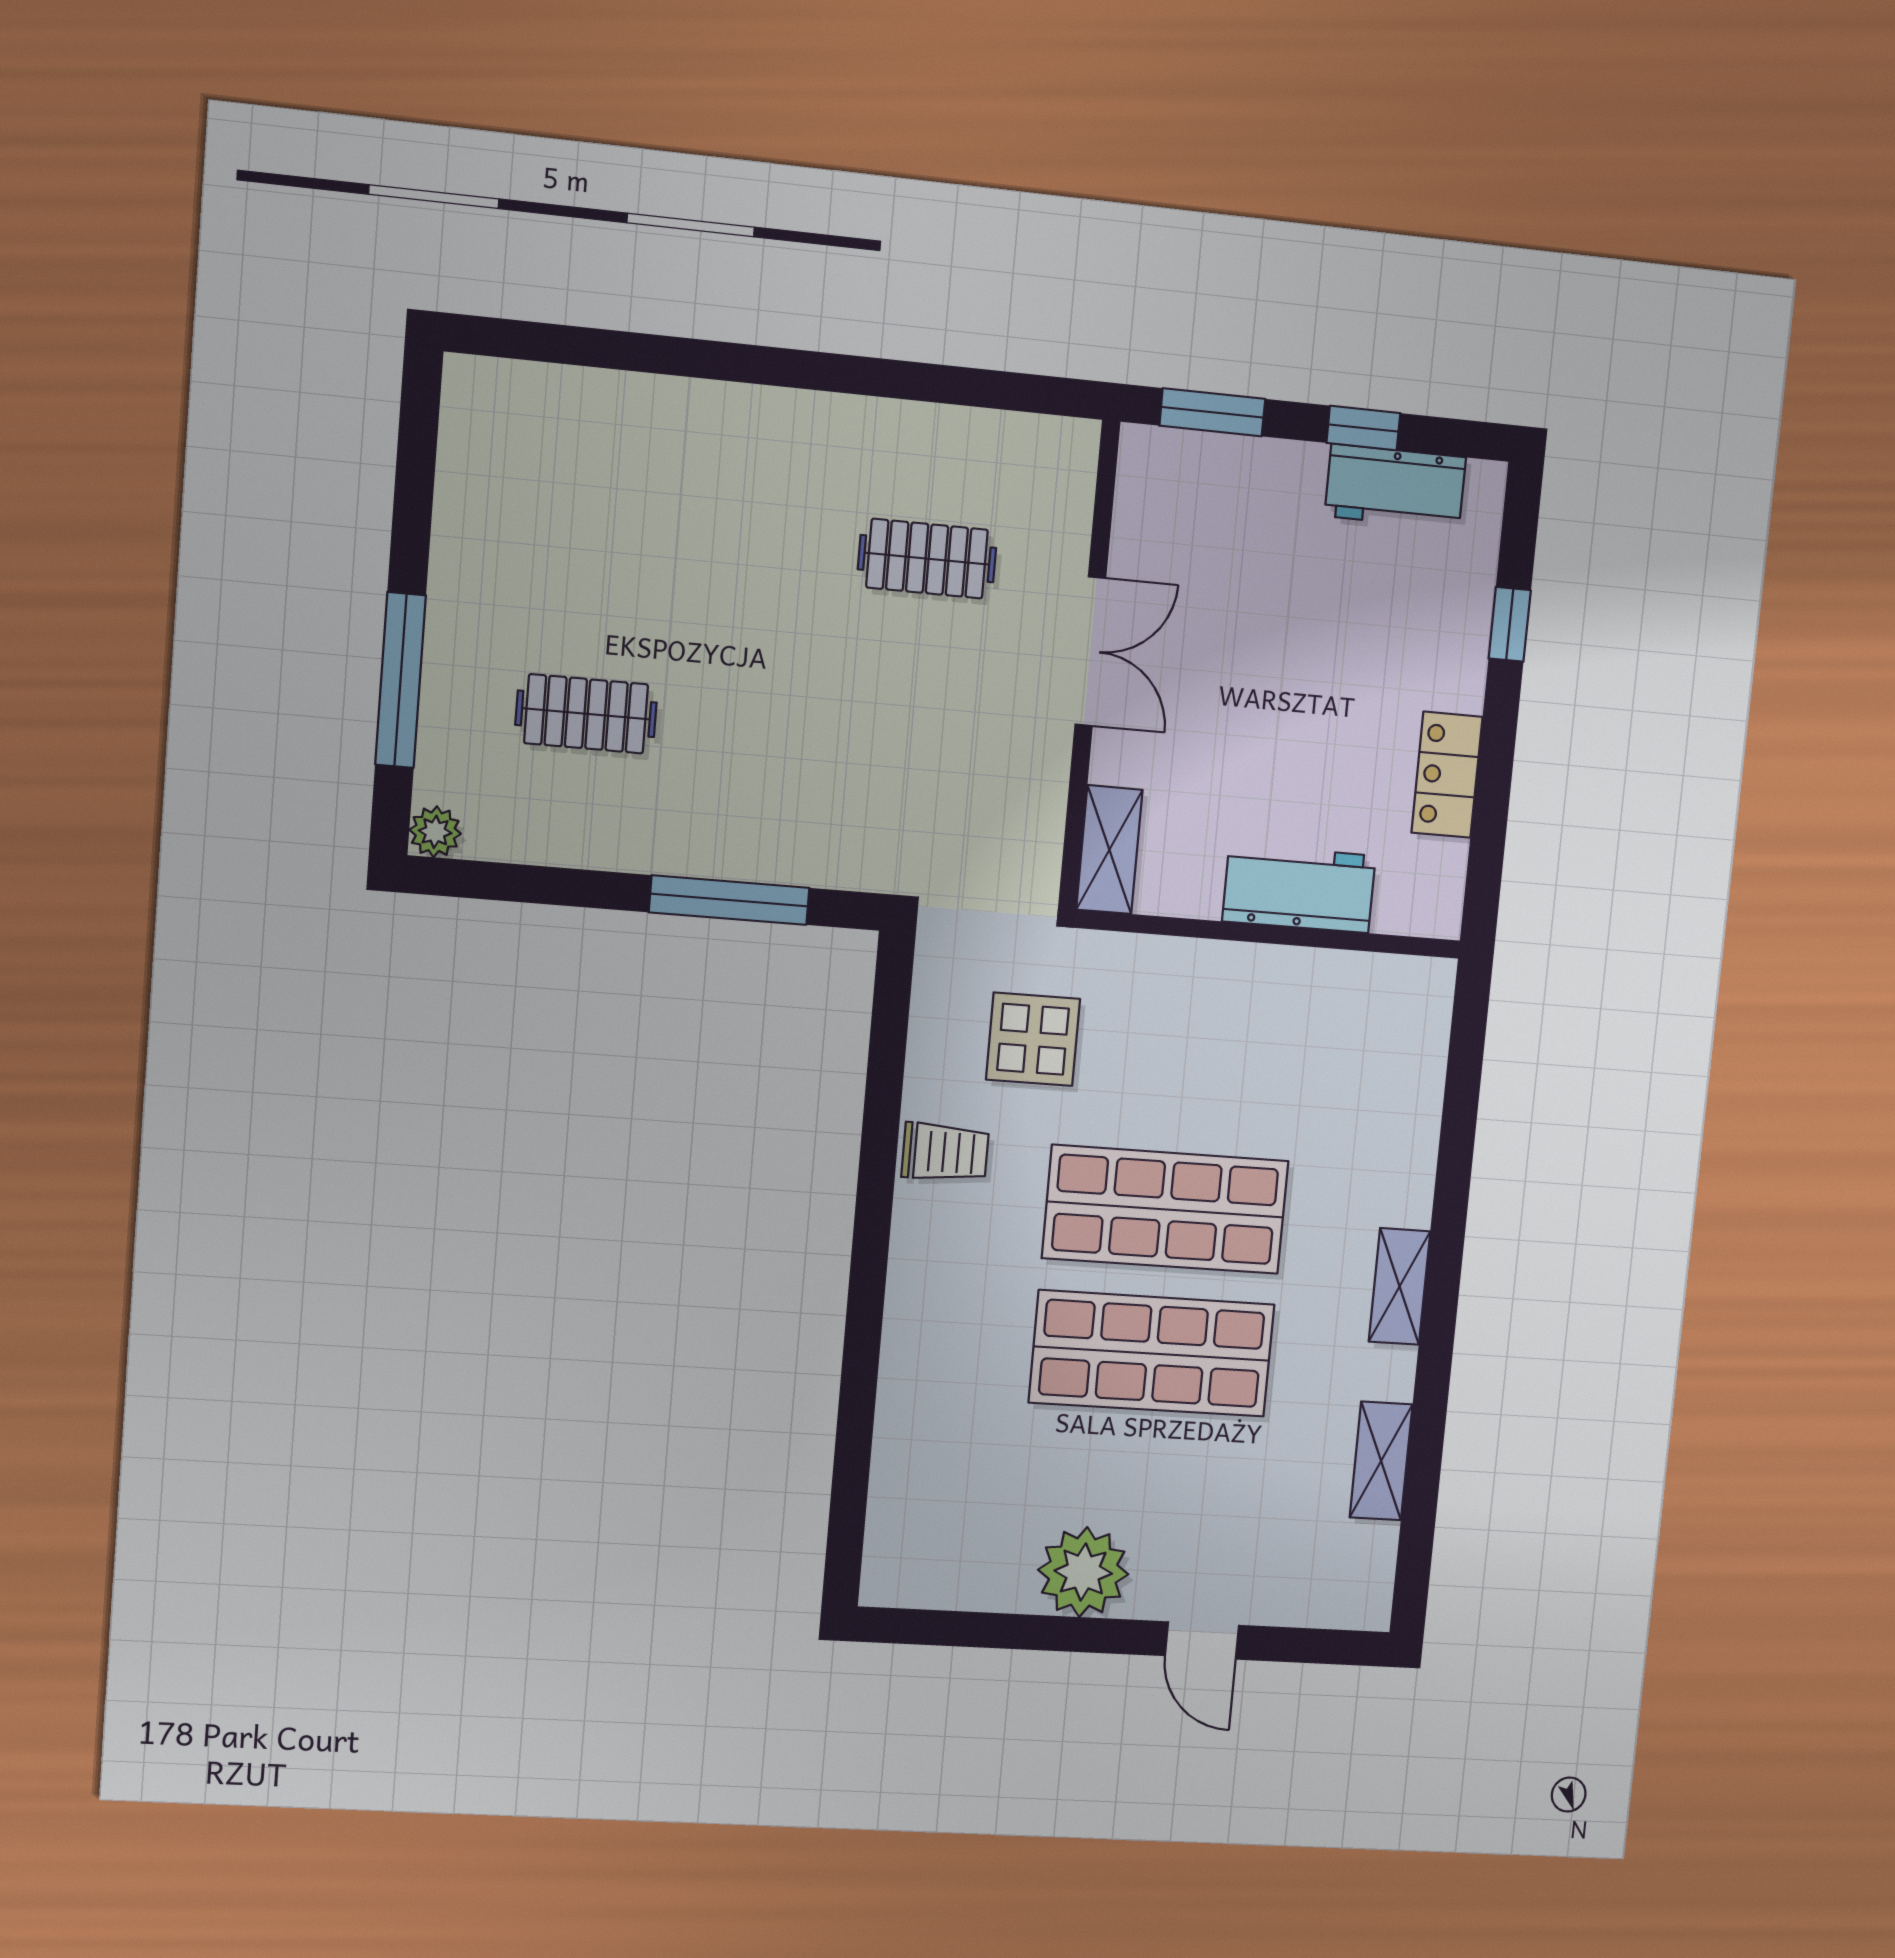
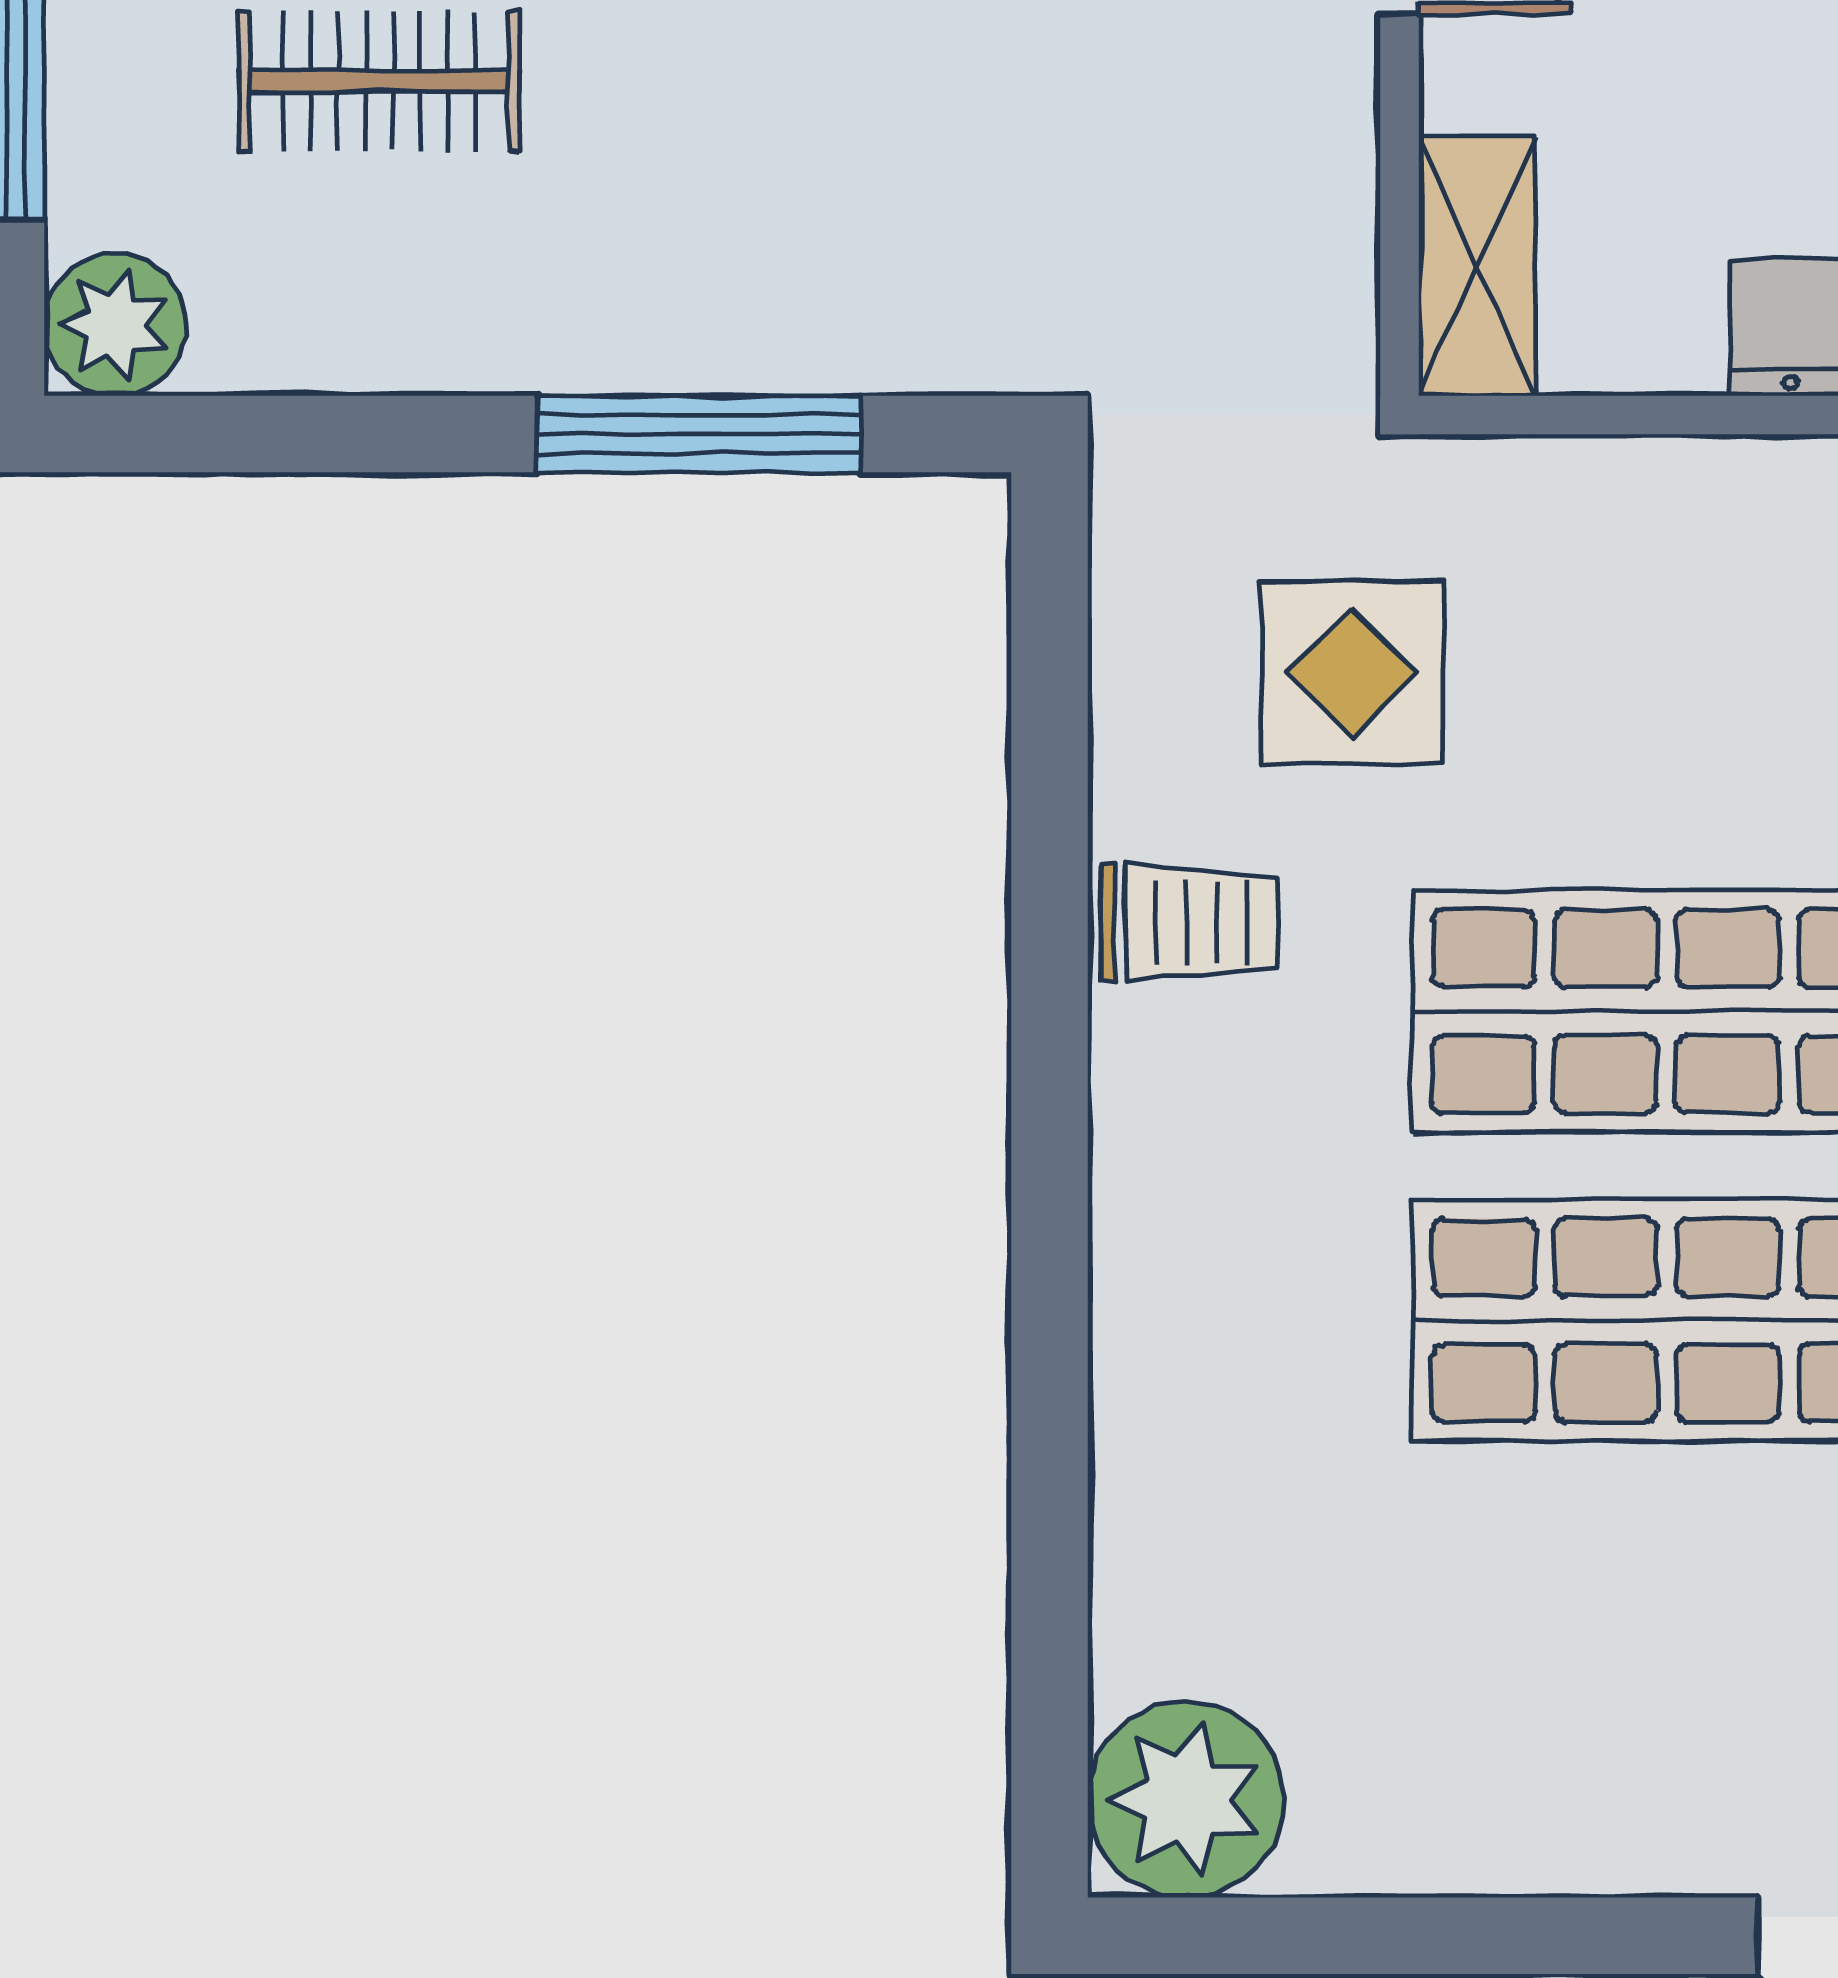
plant: (435, 832) -> (115, 325), width x1.38, depth x1.38
plant: (1083, 1572) -> (1186, 1800), moved

